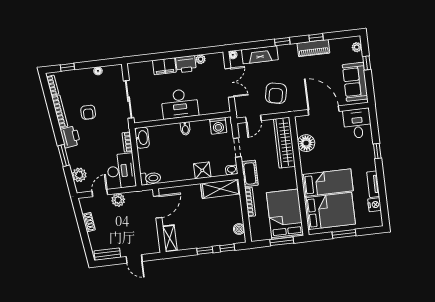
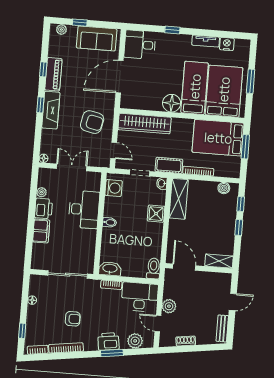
fireplace: (260, 55) -> (51, 110), moved
desk: (180, 104) -> (84, 209), moved
printer: (70, 137) -> (108, 341), moved
floor lamp: (306, 143) -> (172, 103), moved

